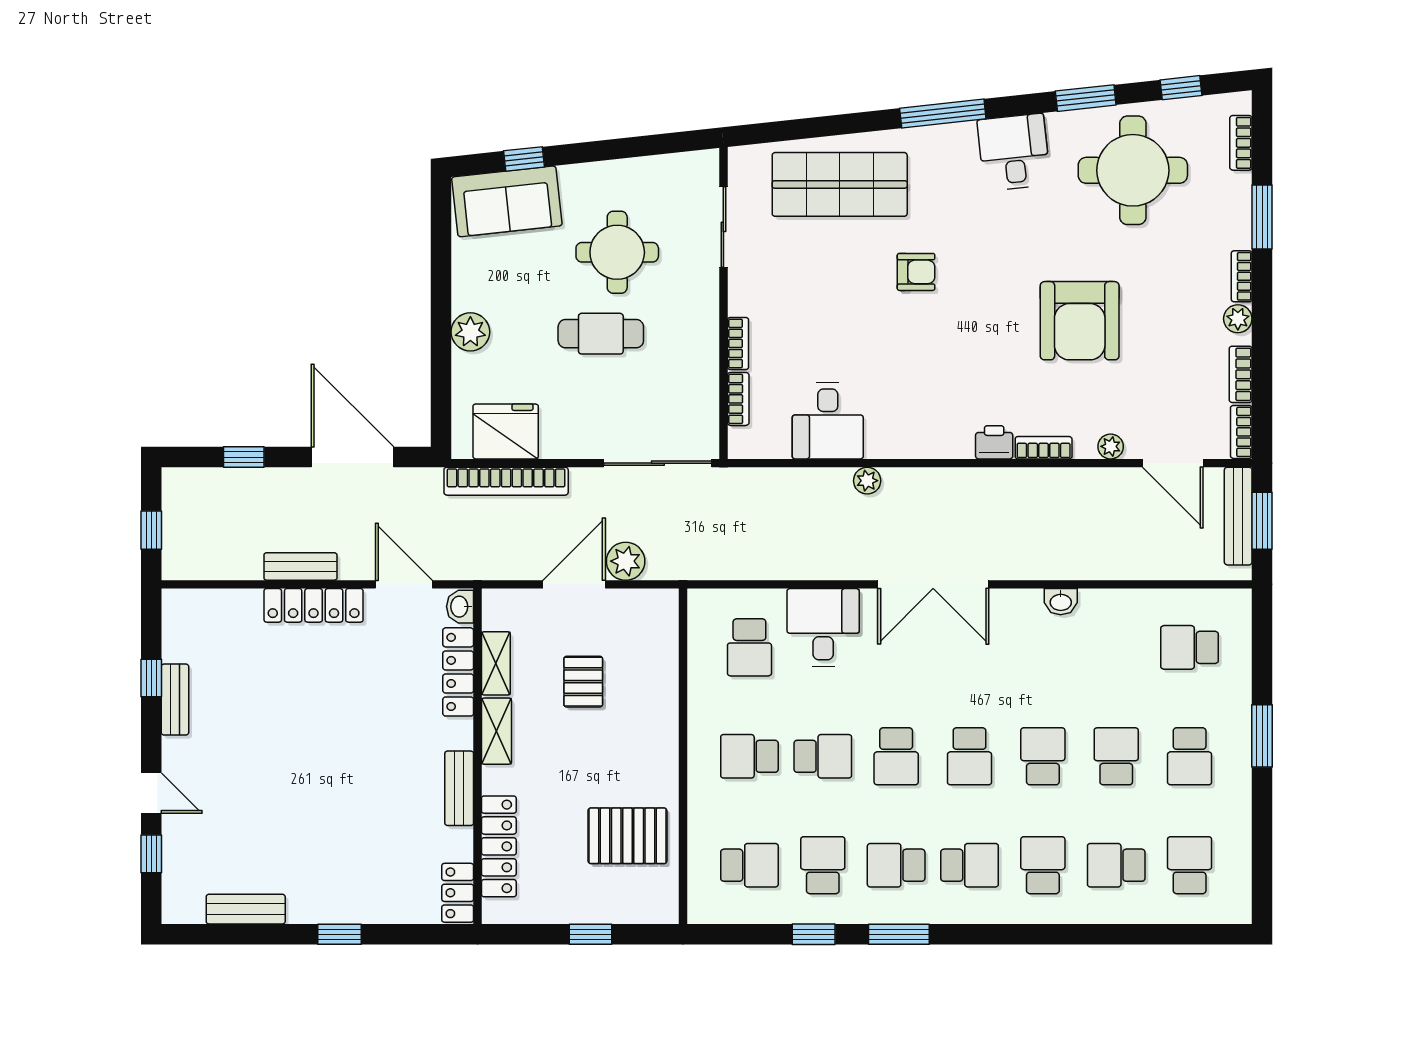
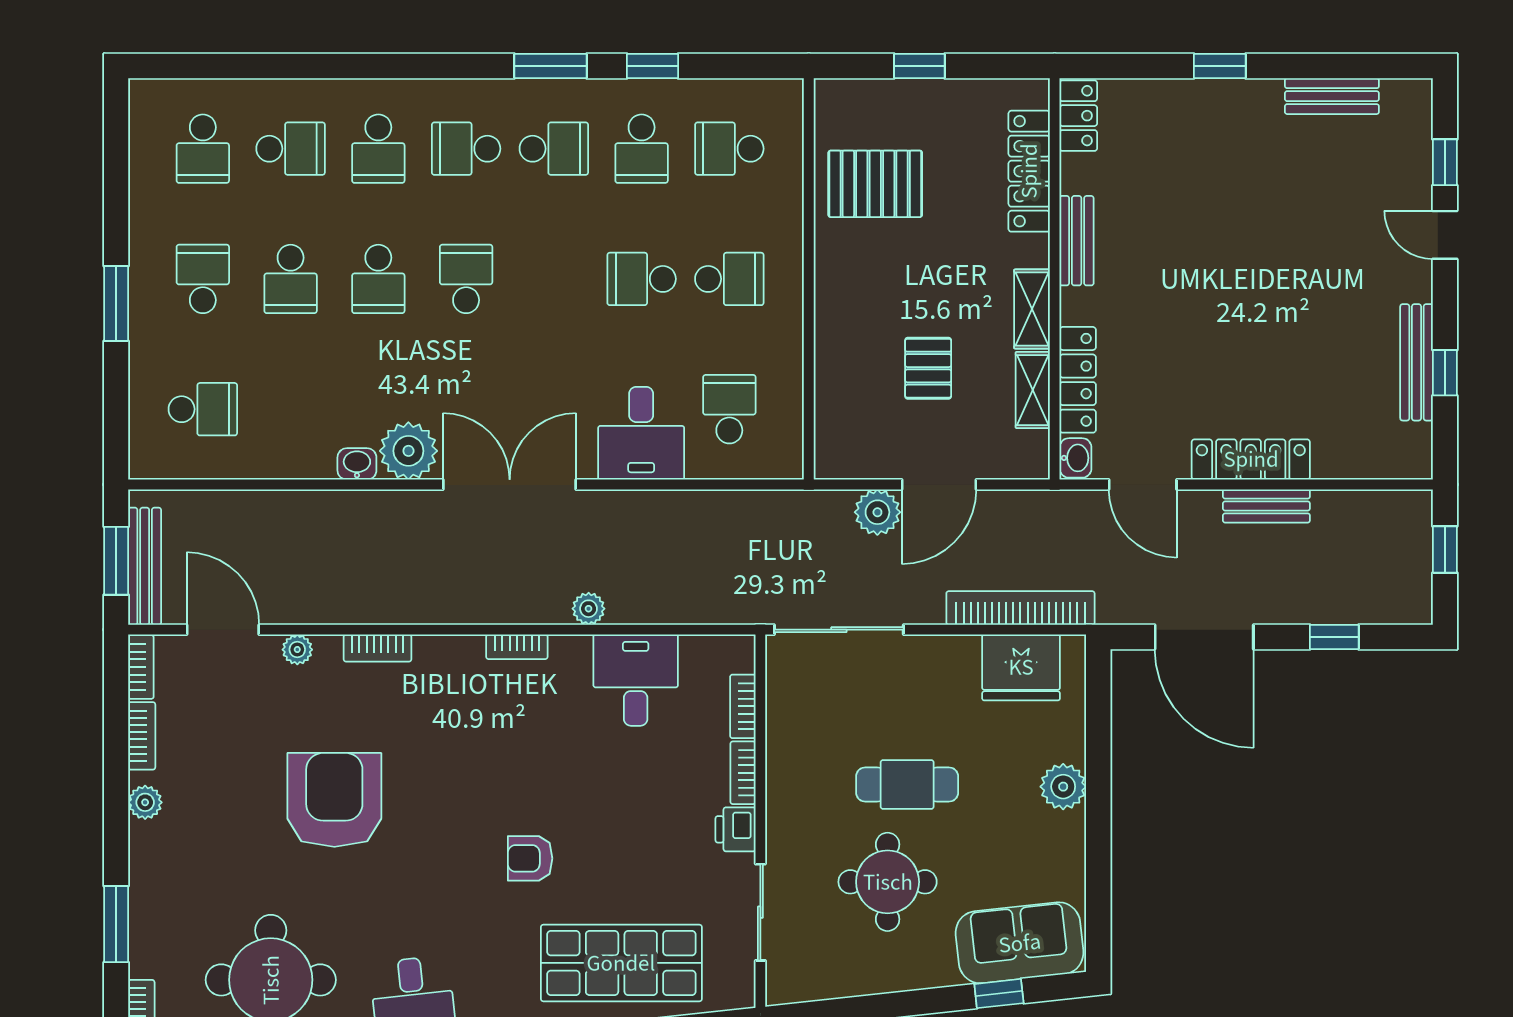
bookcase: (1242, 276) -> (517, 647), moved, turned 90
printer: (994, 442) -> (736, 829), moved, turned 90
plant: (1018, 613) -> (408, 451), added
bench: (175, 700) -> (1417, 362), width x1.36
school desk: (896, 756) -> (554, 279), removed

